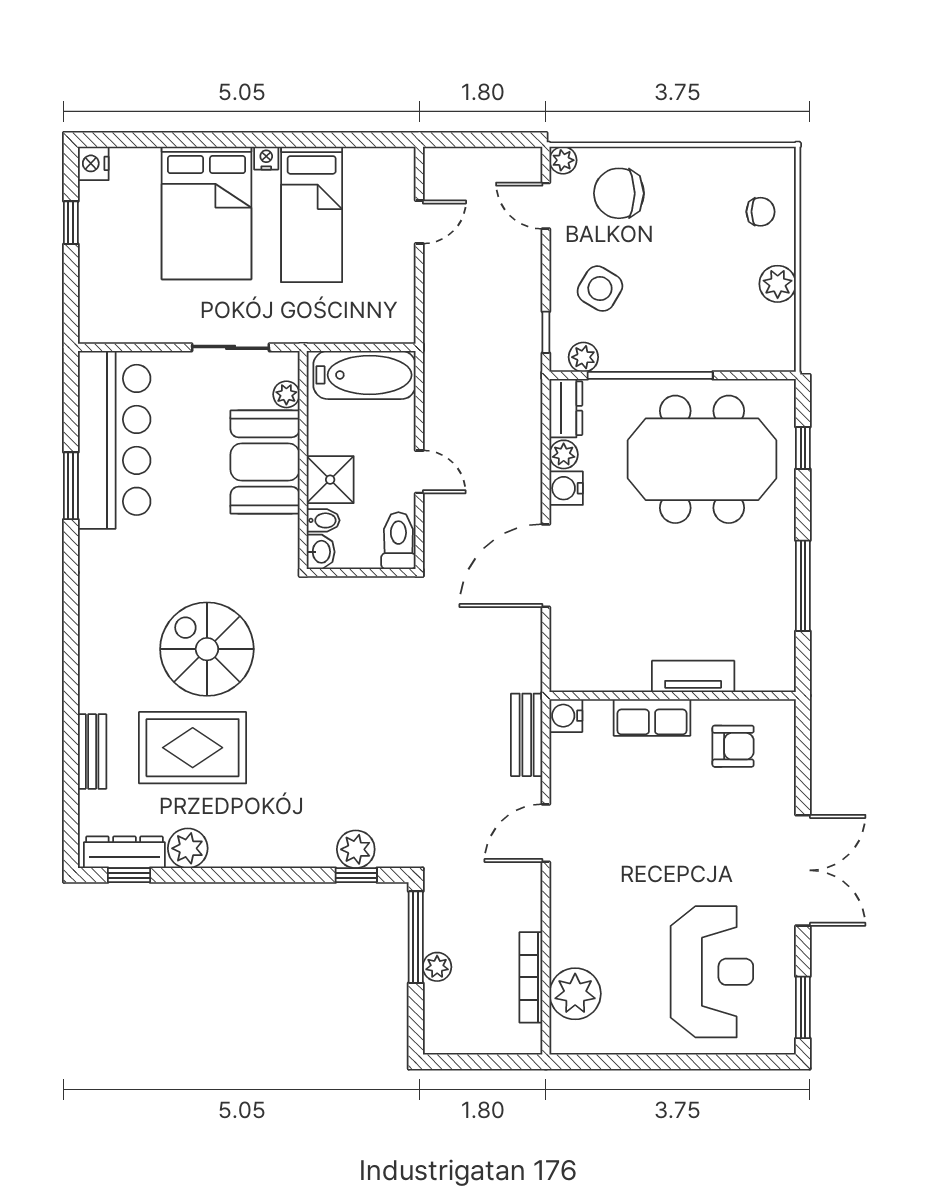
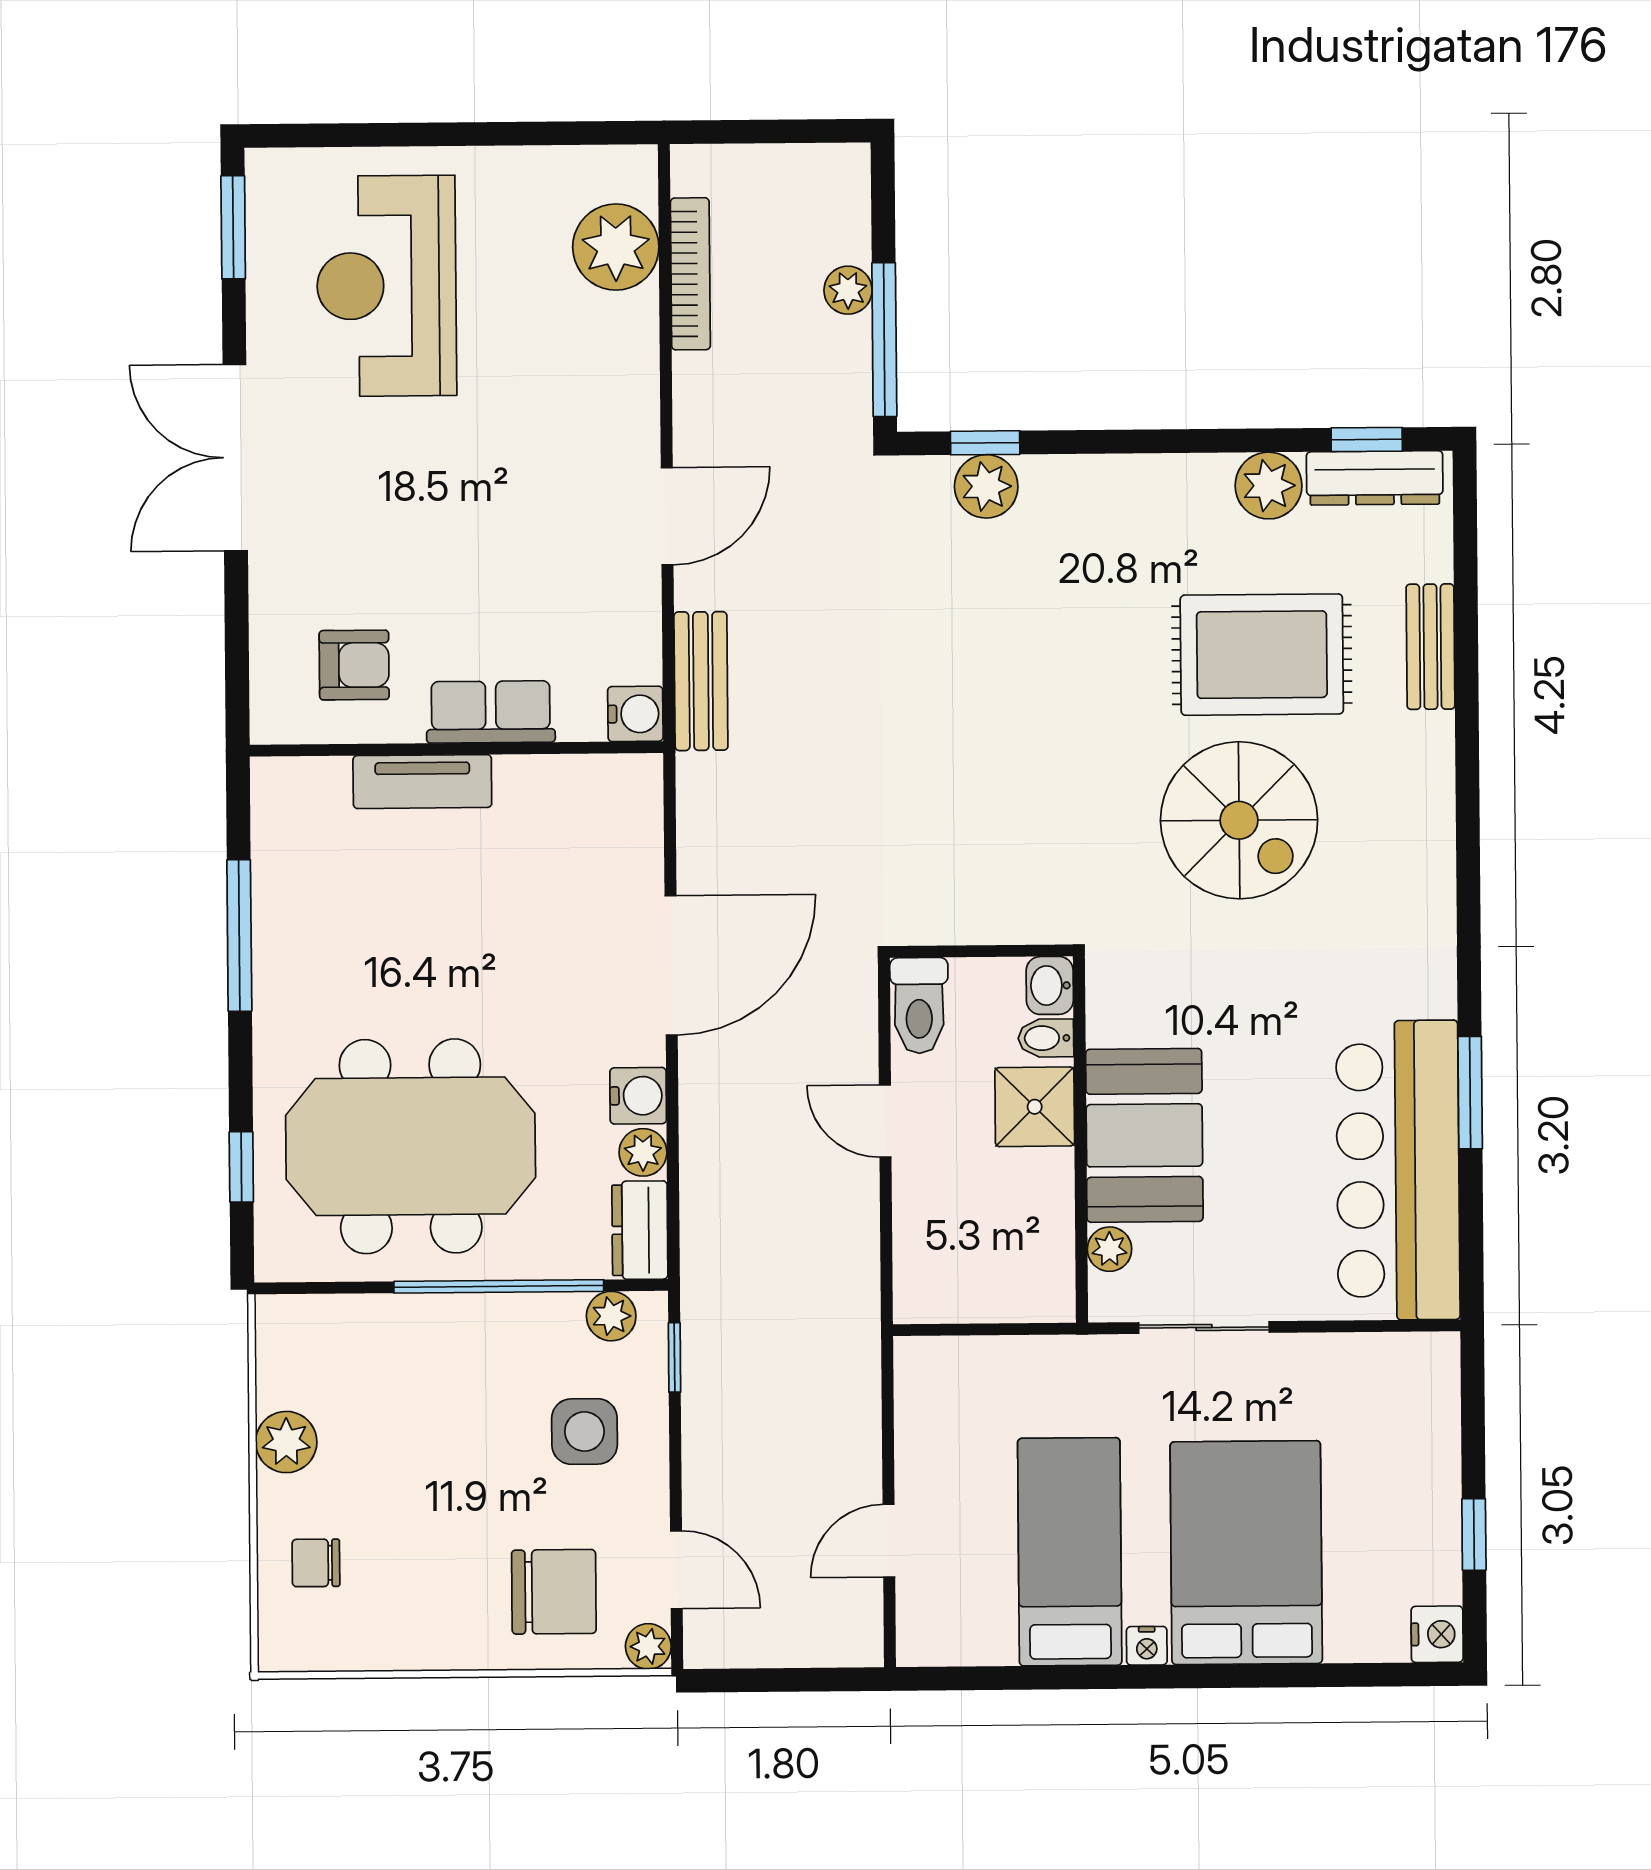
side table: (600, 289) -> (584, 1431), turned -31
bathtub: (365, 375) -> (979, 1283), removed
armchair: (733, 746) -> (354, 665), turned 180

